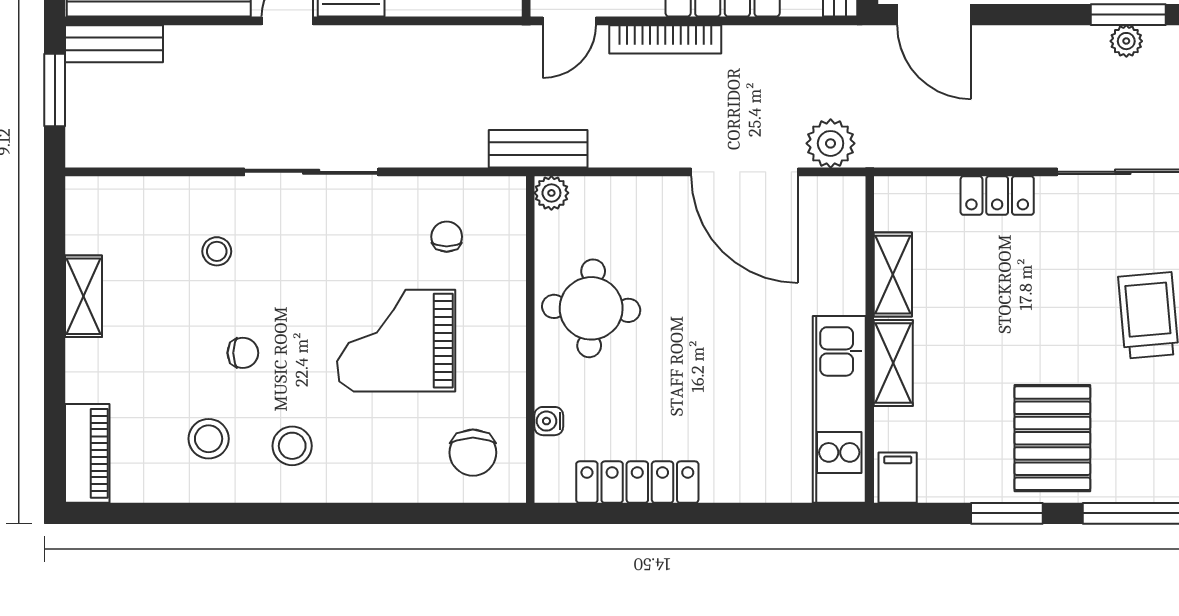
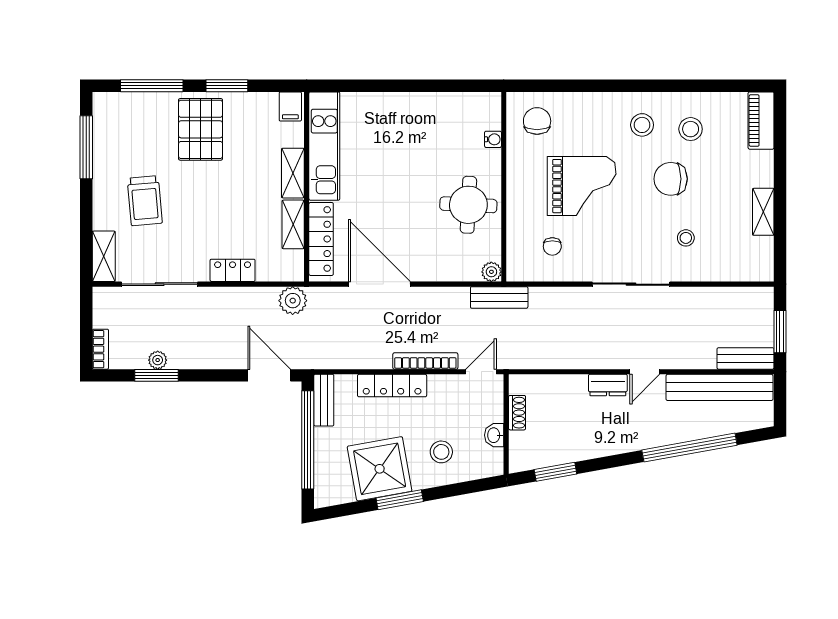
plant: (831, 143) -> (293, 301), moved
chair: (243, 353) -> (671, 179), width x1.87, depth x1.87
locker: (637, 482) -> (321, 239), moved, turned -90

